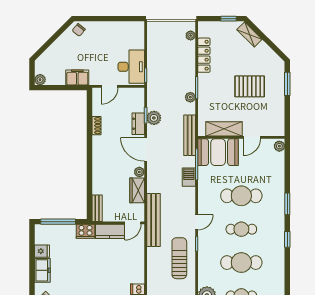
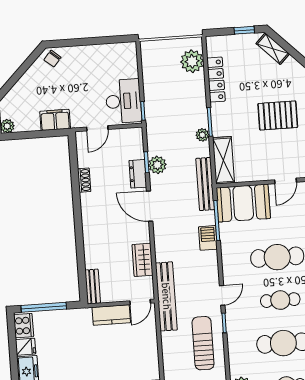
plant: (191, 36) -> (192, 61), width x1.88, depth x1.88
shelving: (224, 129) -> (223, 160), moved, turned 90
plant: (139, 172) -> (144, 236), removed
cooker: (85, 231) -> (24, 326), moved, turned -90

